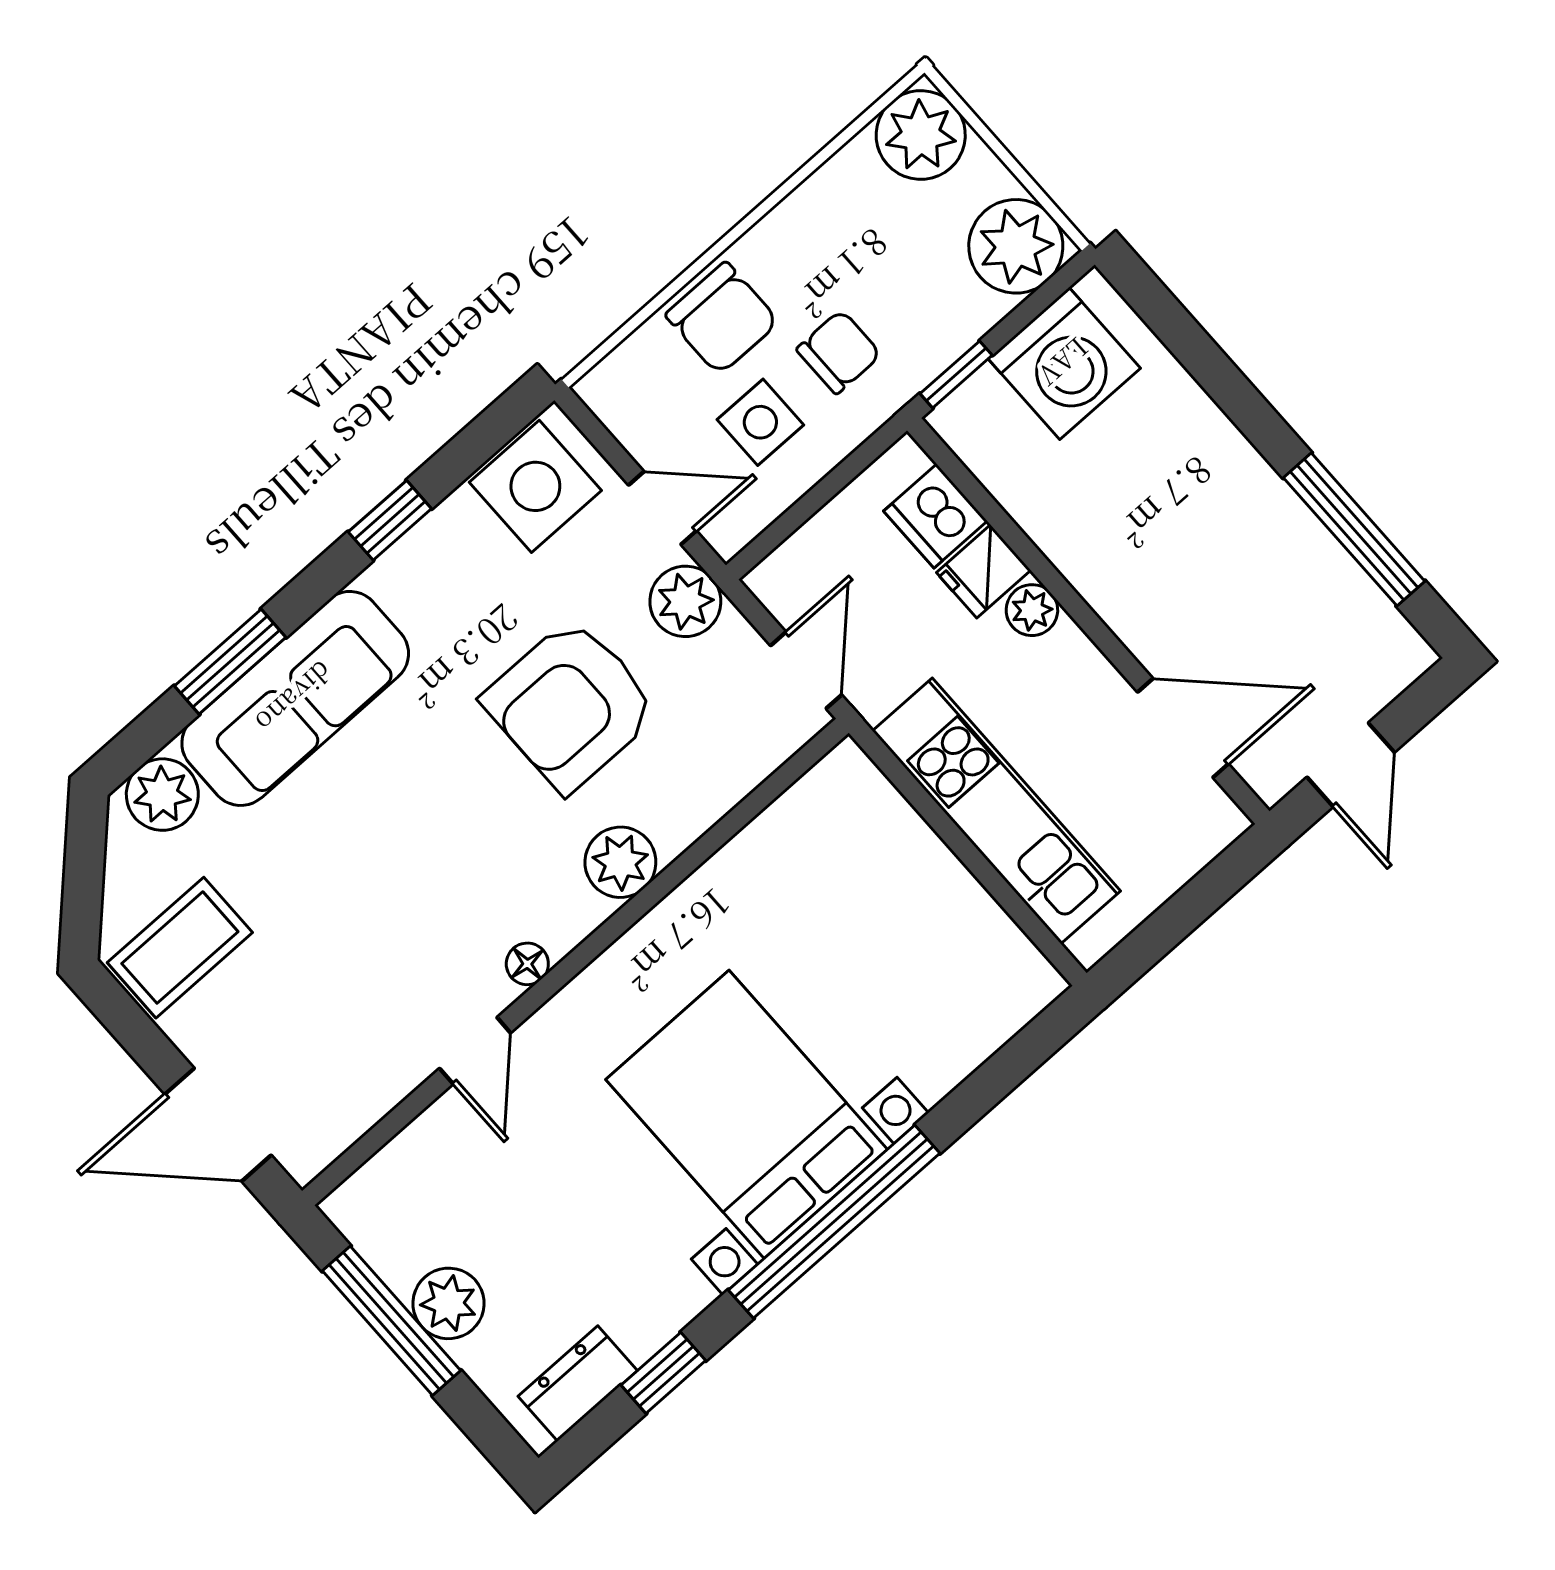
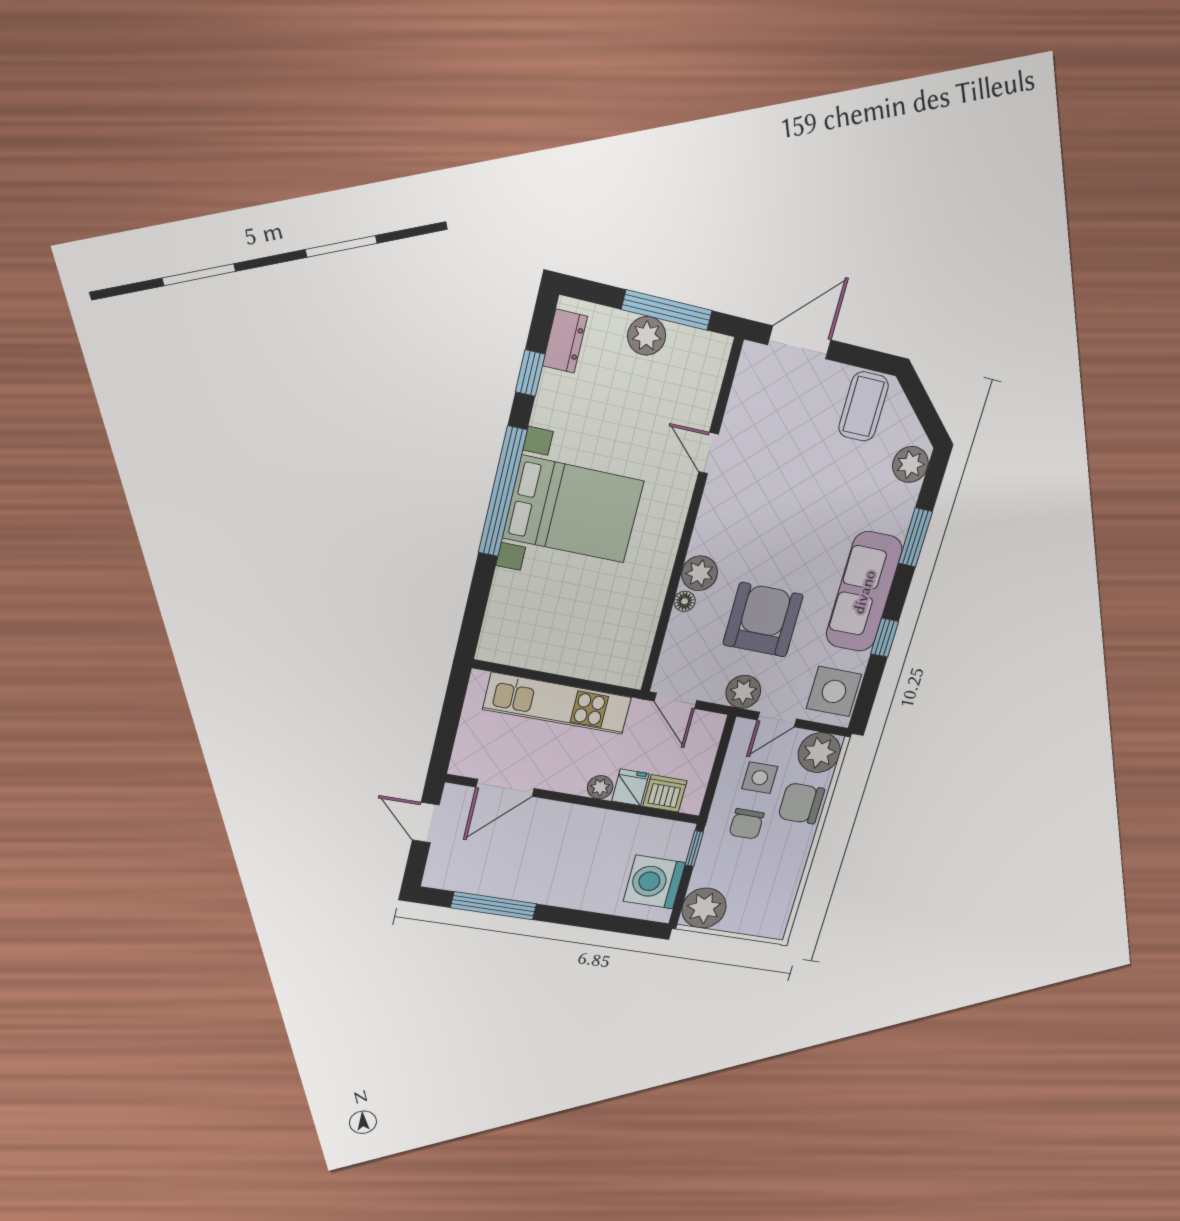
plant: (921, 135) -> (819, 753), moved
sofa: (295, 698) -> (864, 592), moved
floor lamp: (527, 964) -> (685, 601), moved

